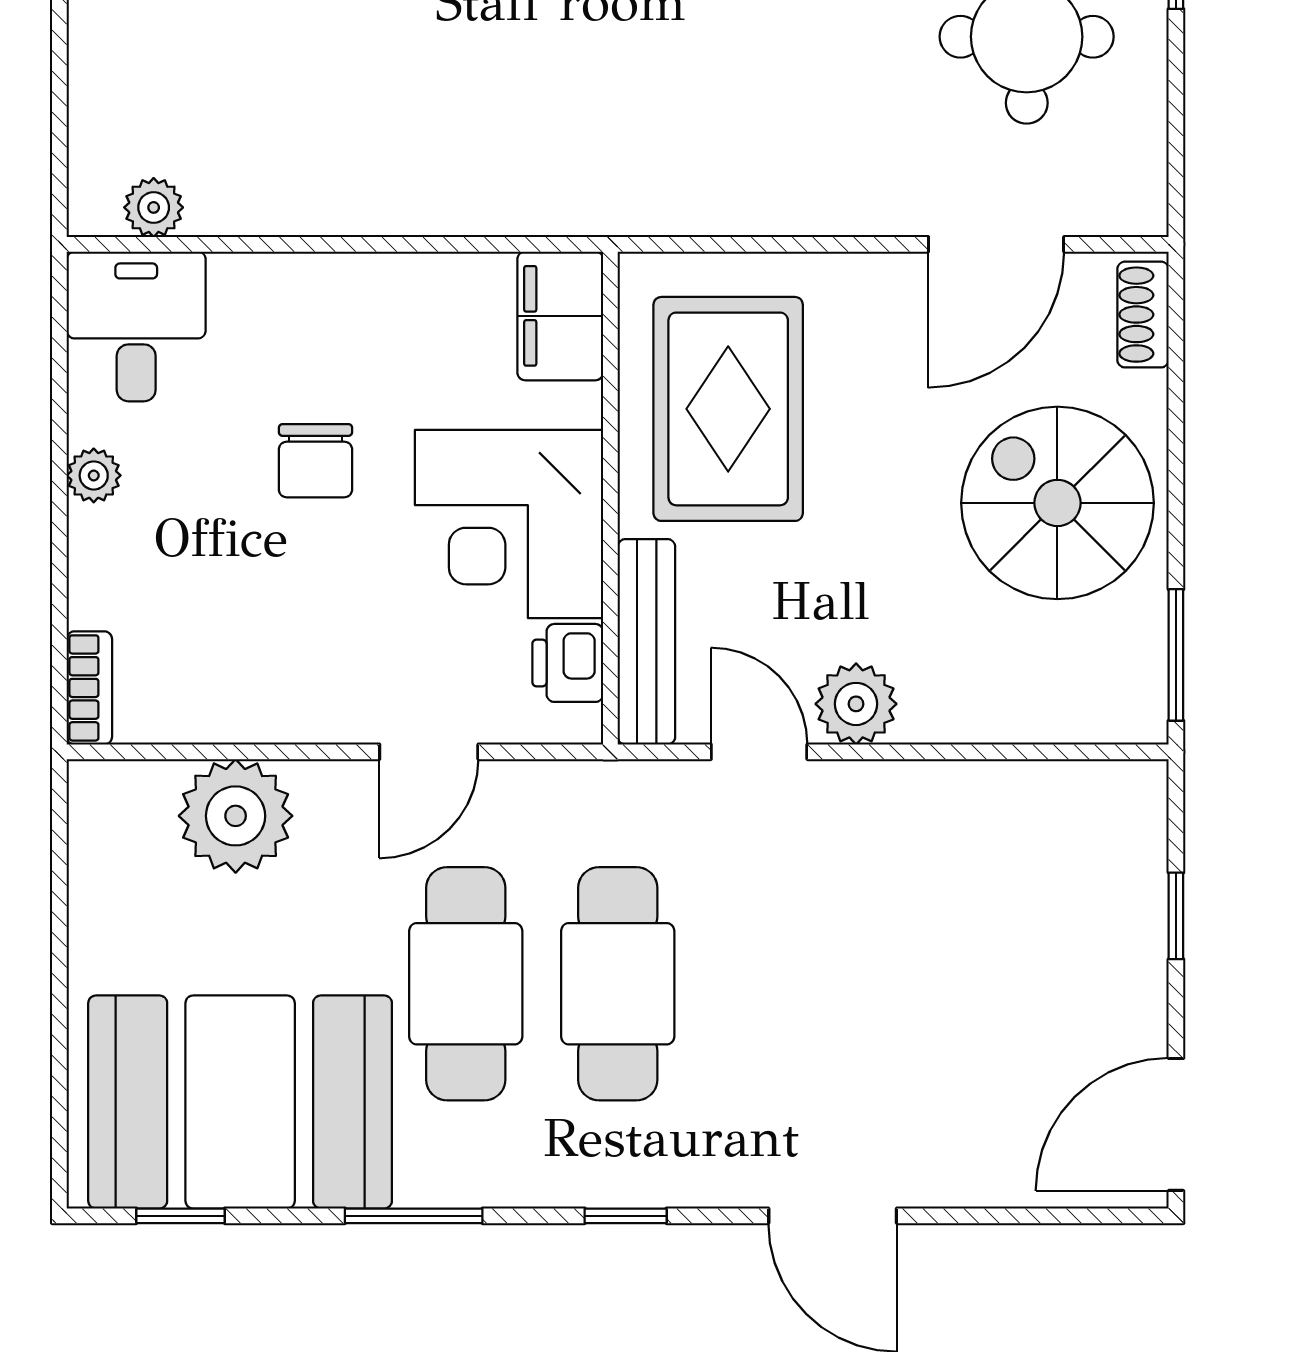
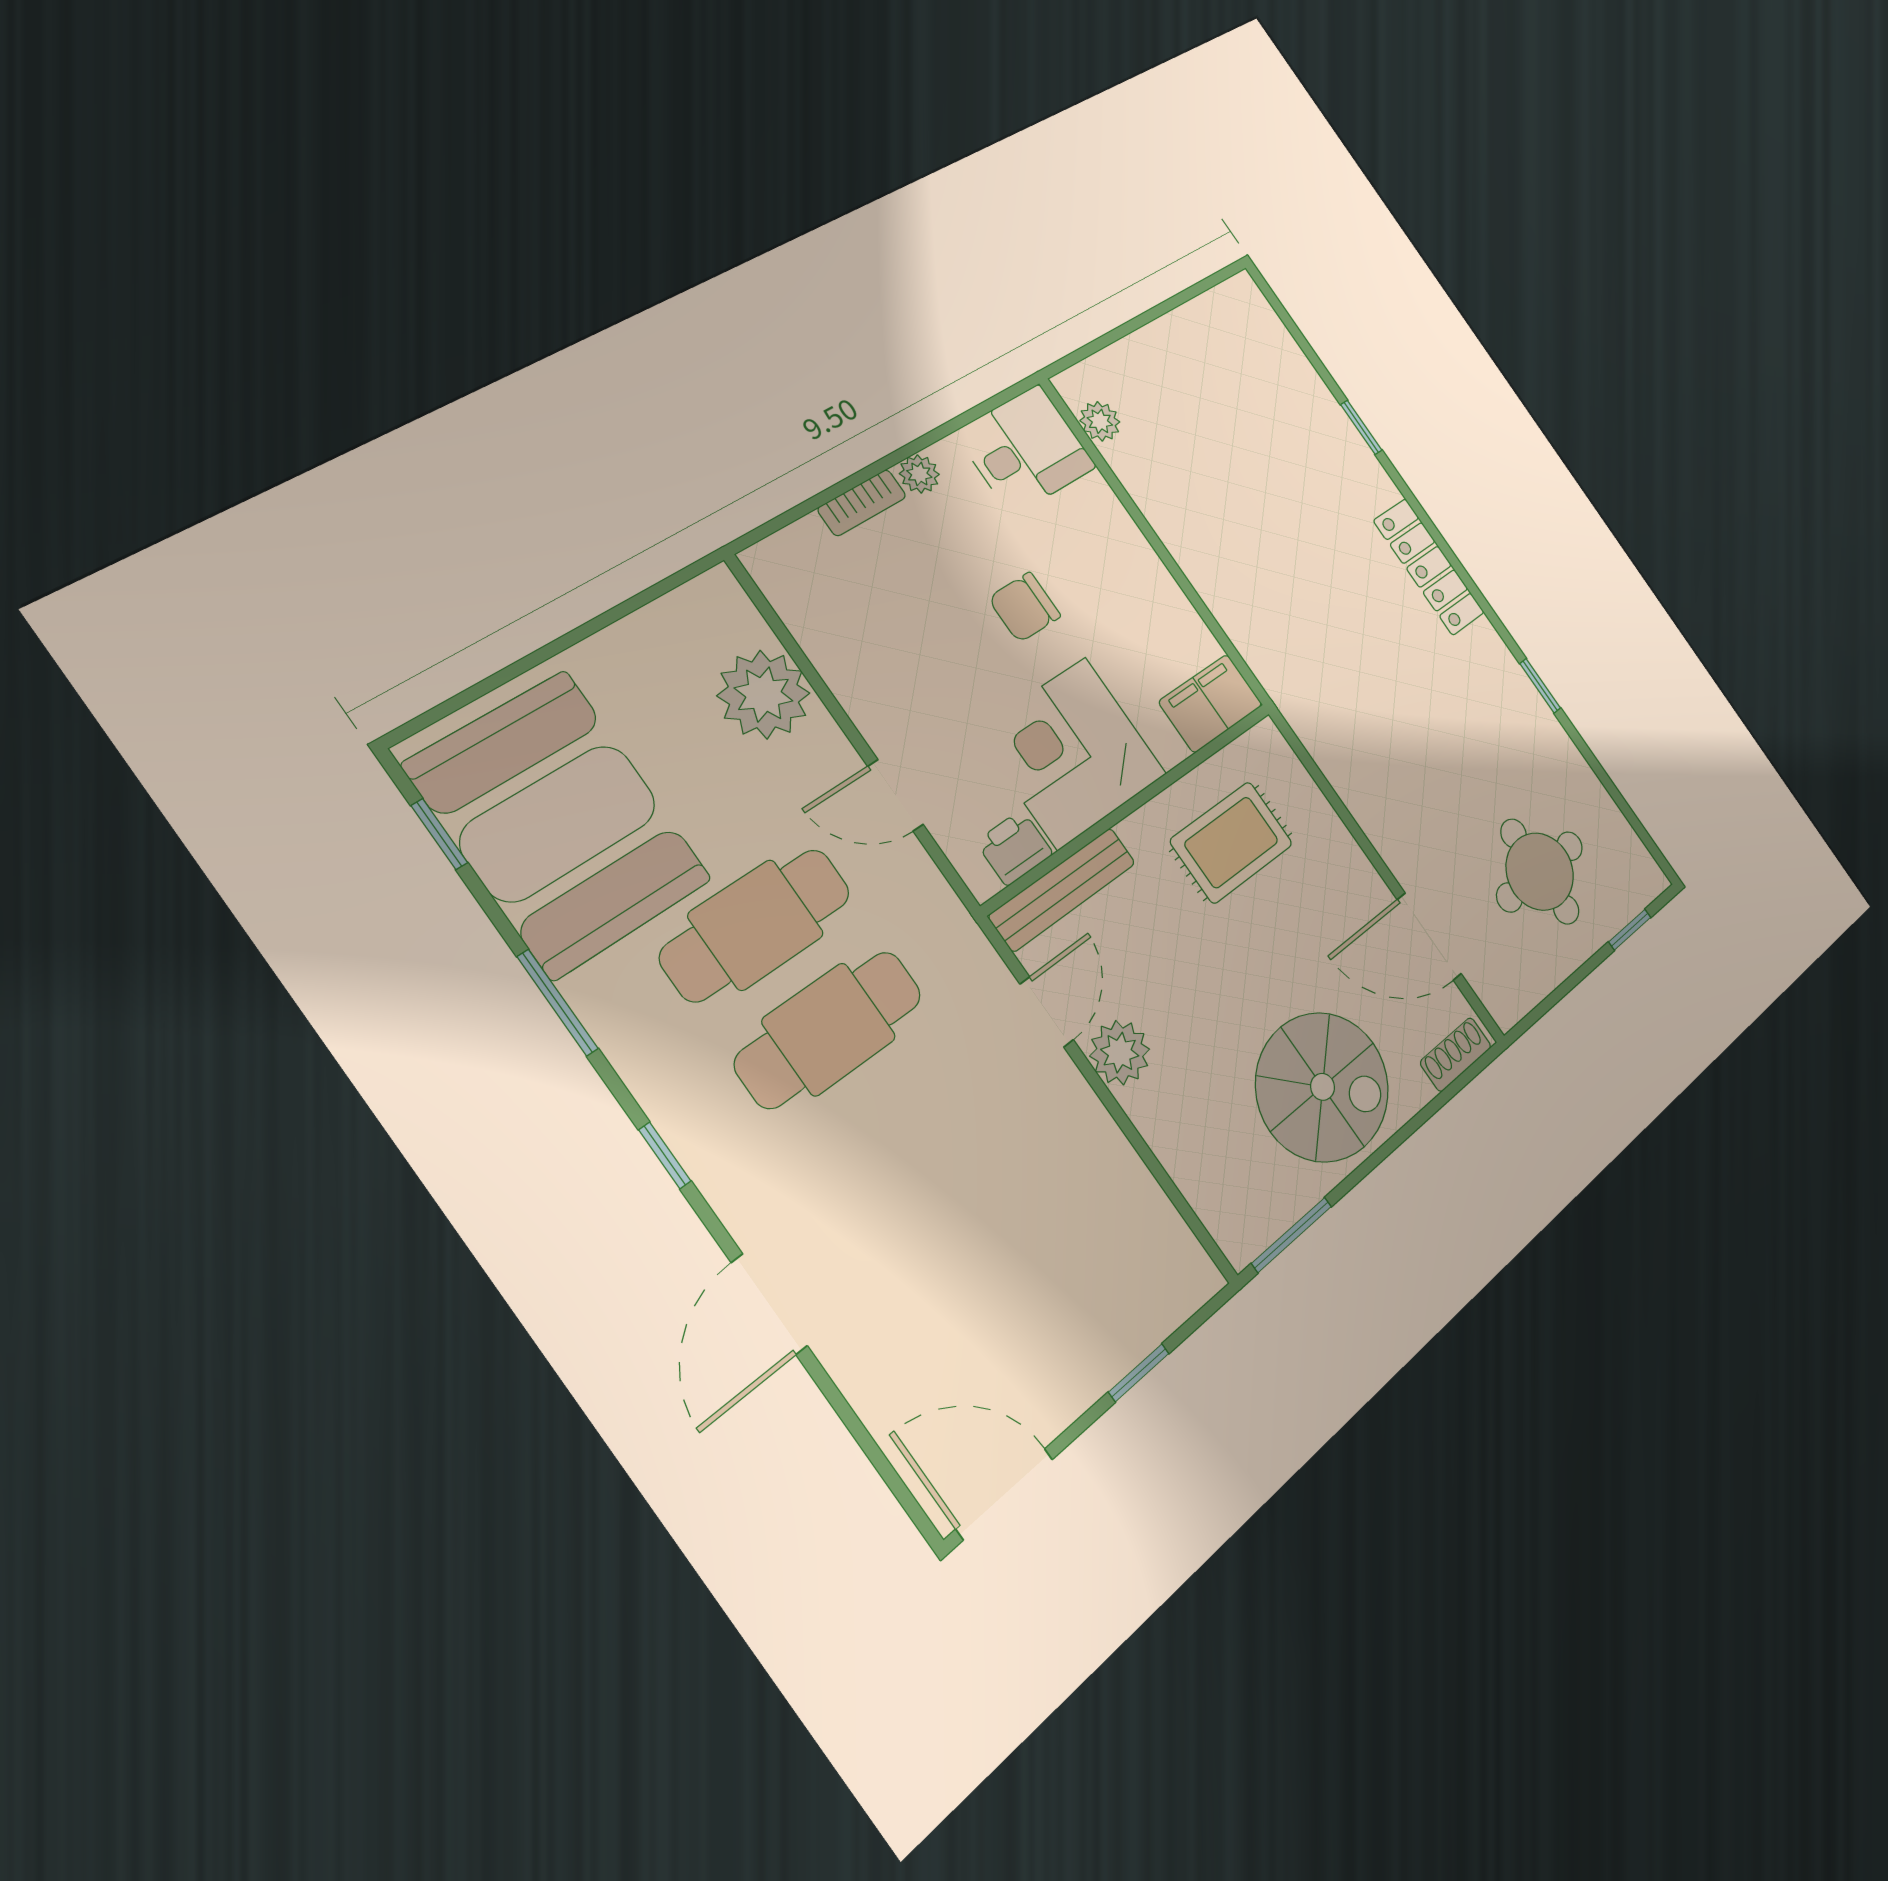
rug: (728, 409) -> (1231, 842), width x0.73, depth x0.70
spiral stairs: (1057, 503) -> (1323, 1087), turned 90
bookcase: (89, 688) -> (862, 503), moved

